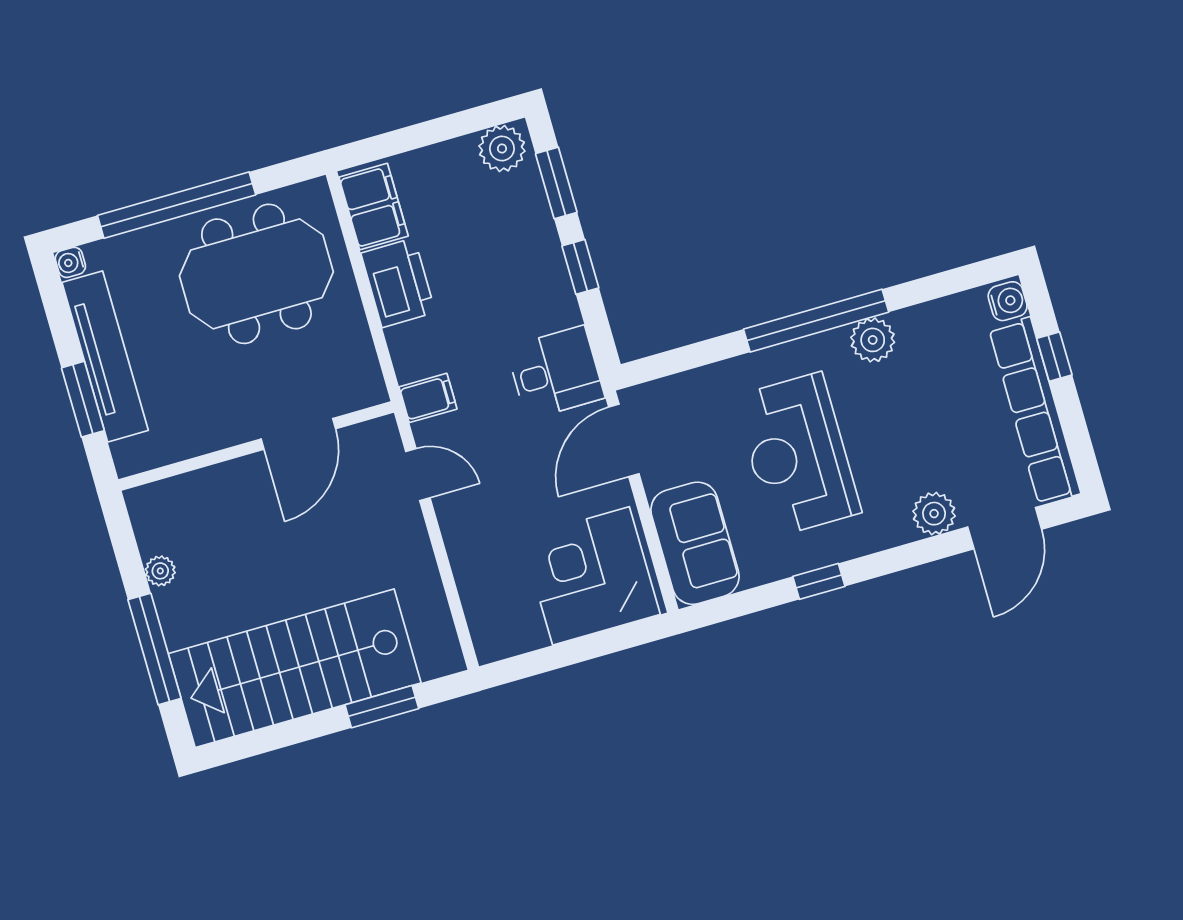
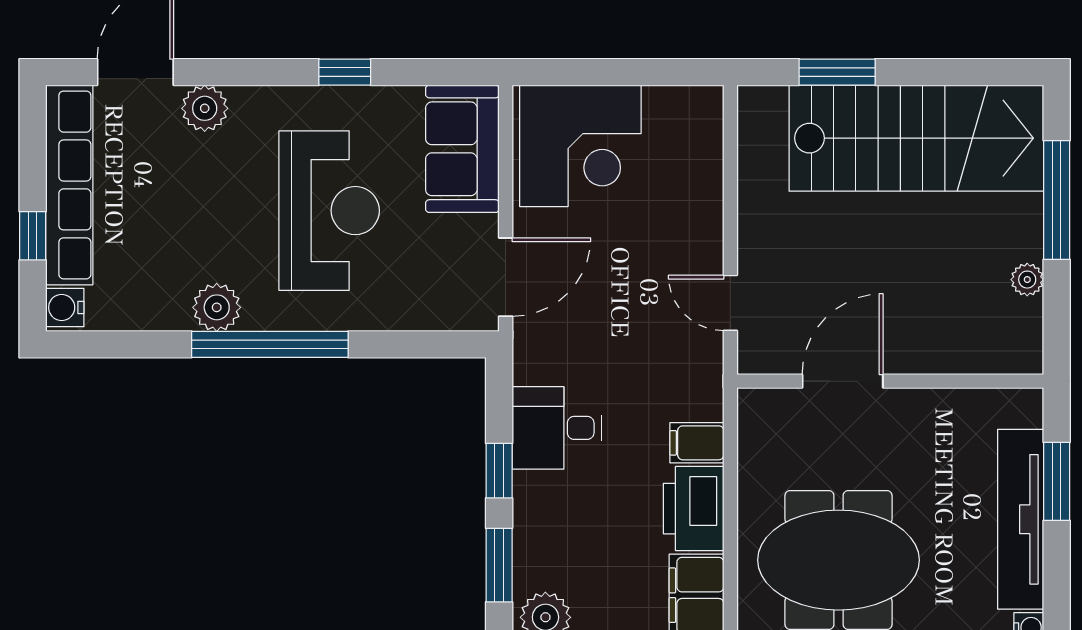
desk: (555, 373) -> (557, 428), moved
filing cabinet: (428, 398) -> (697, 443), moved

